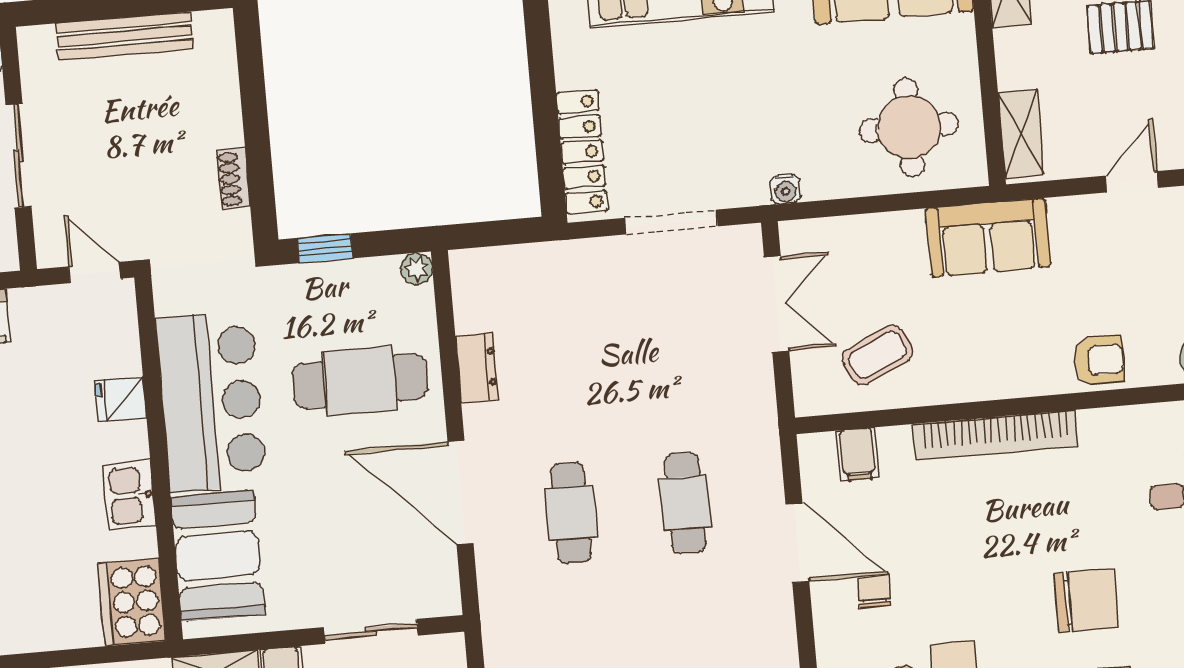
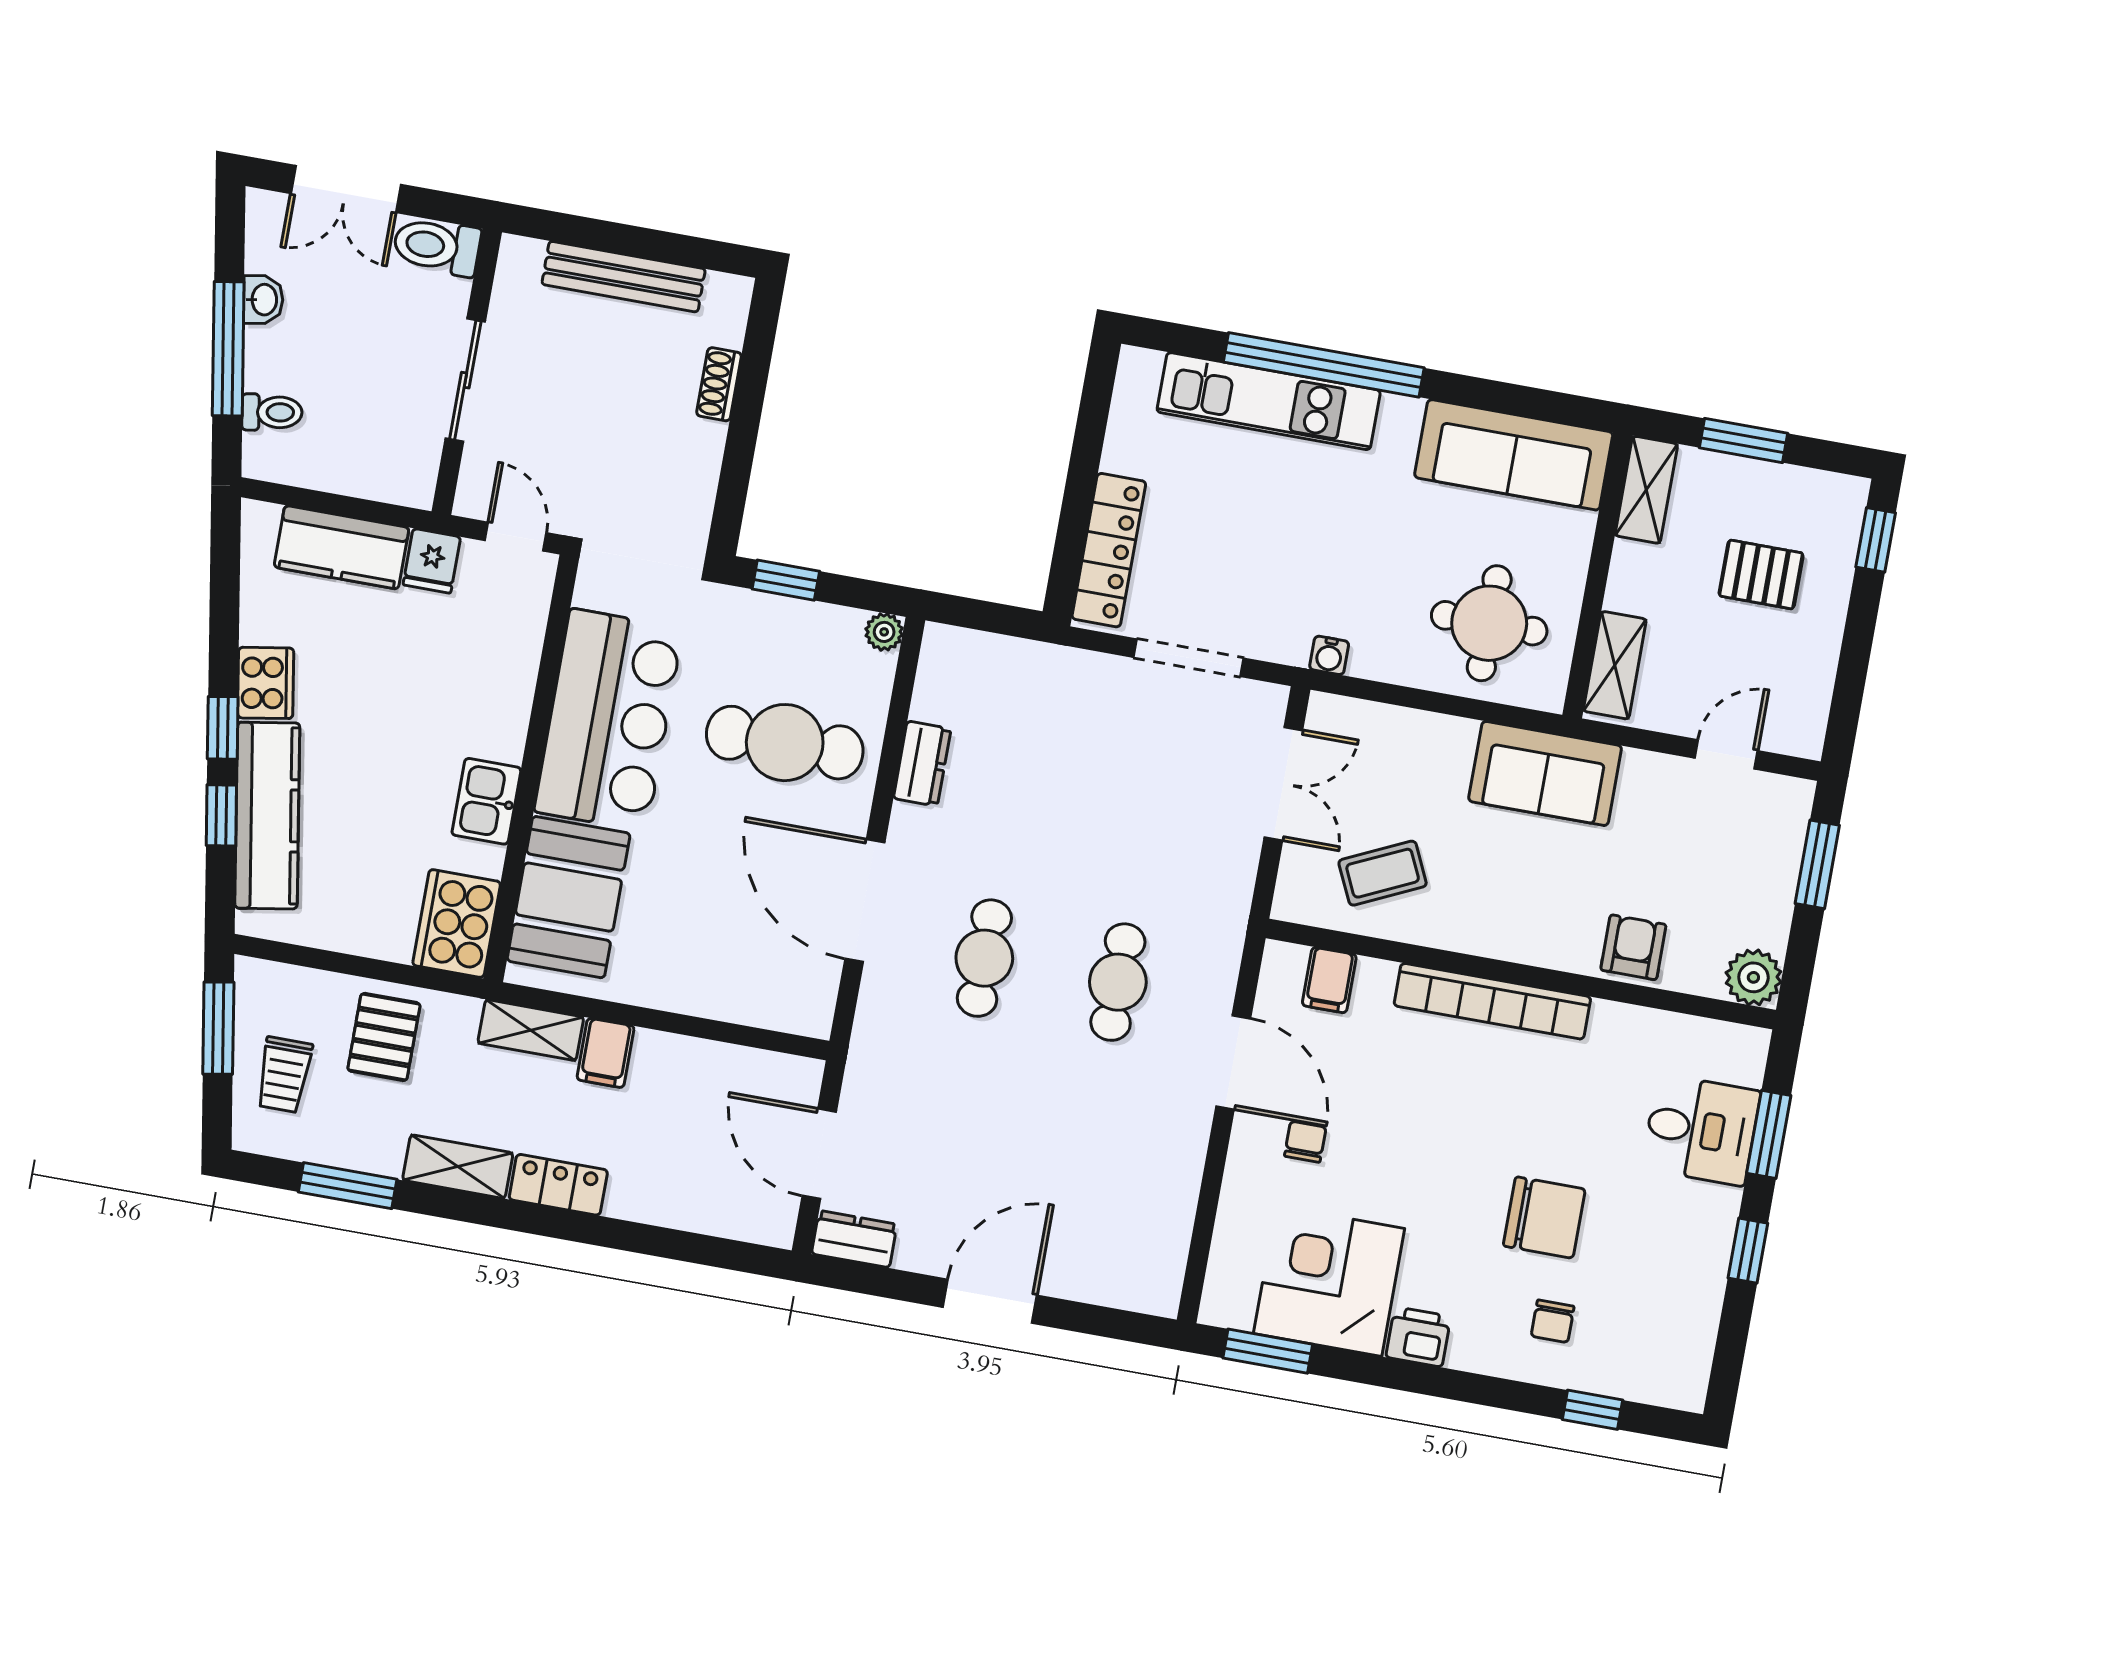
shoe rack: (233, 179) -> (719, 384), moved
armchair: (1099, 360) -> (1633, 947), turned -90
fridge: (120, 399) -> (432, 561), moved, turned -90
sliding door: (371, 631) -> (720, 1031), removed

